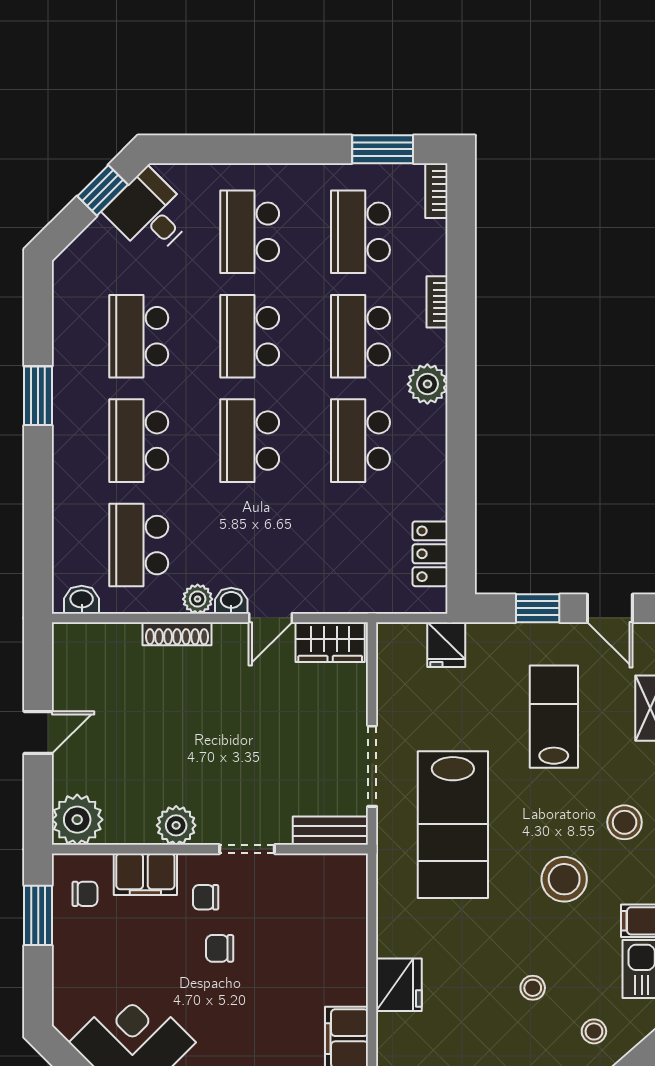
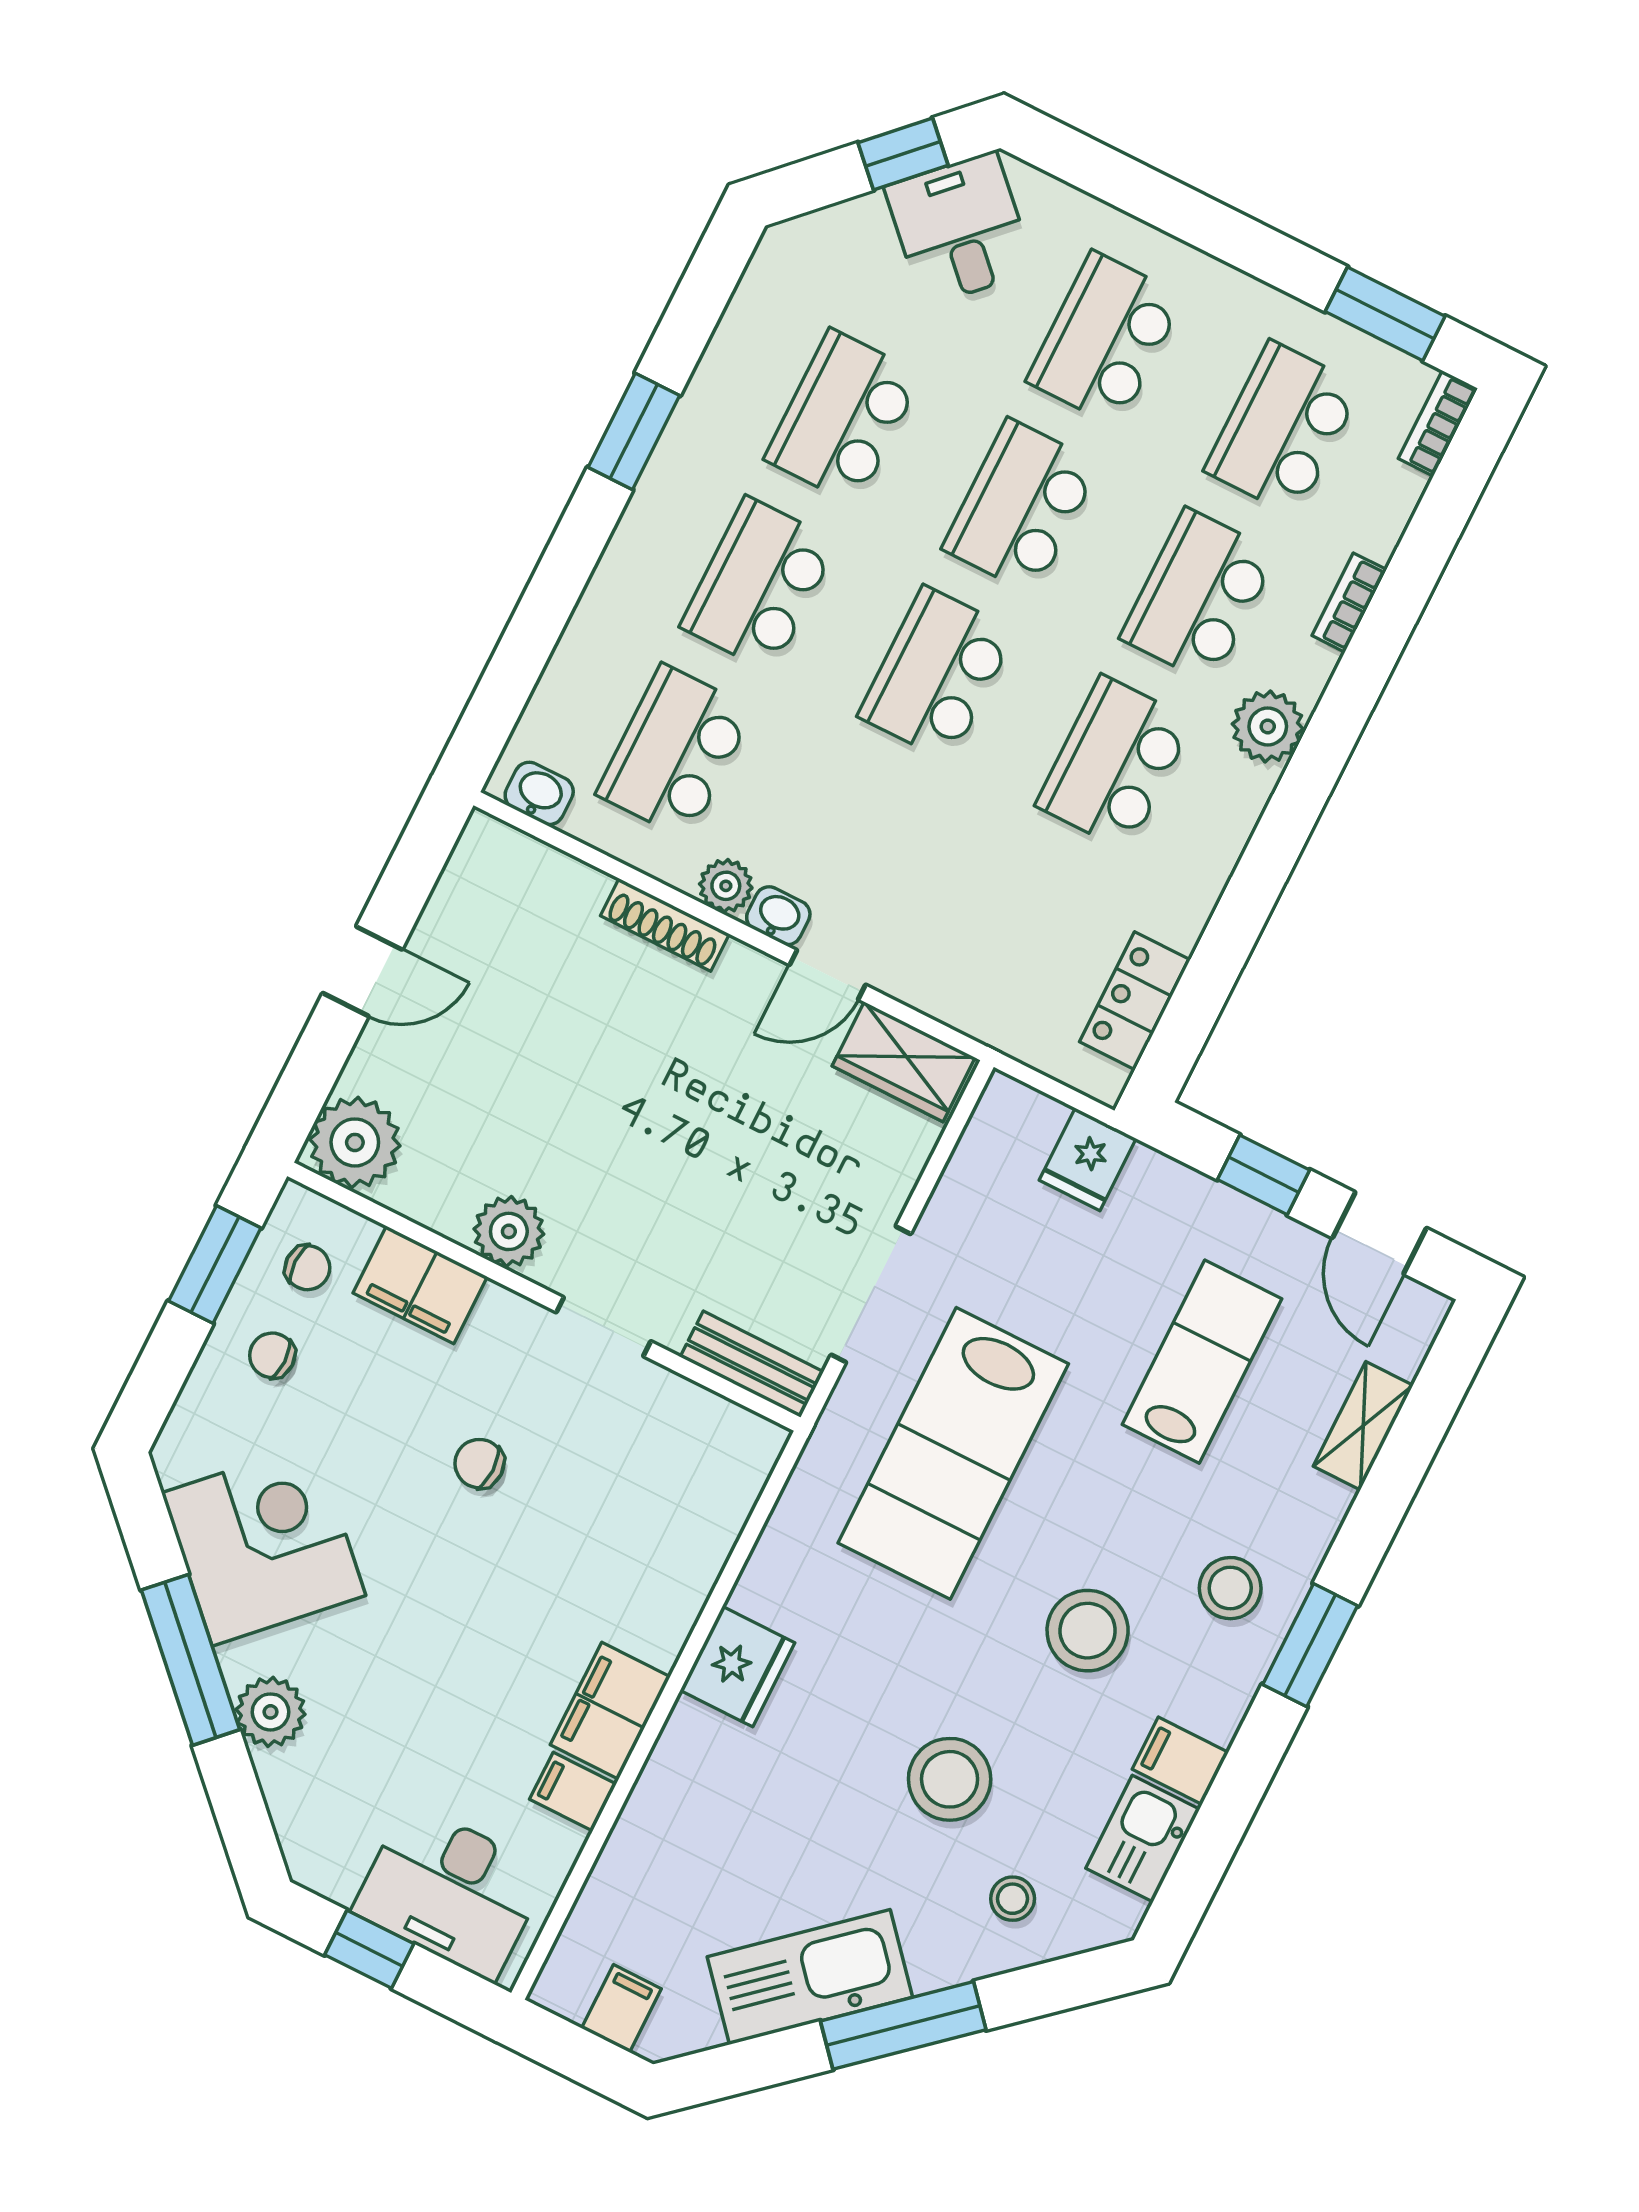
chair: (206, 897) -> (272, 1355), moved
stool: (533, 988) -> (950, 1779), width x1.89, depth x1.89

